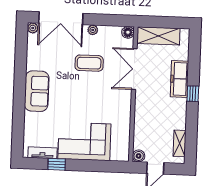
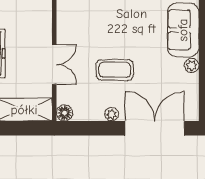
plant: (33, 28) -> (192, 65), moved
double door: (134, 69) -> (54, 64), width x0.73

